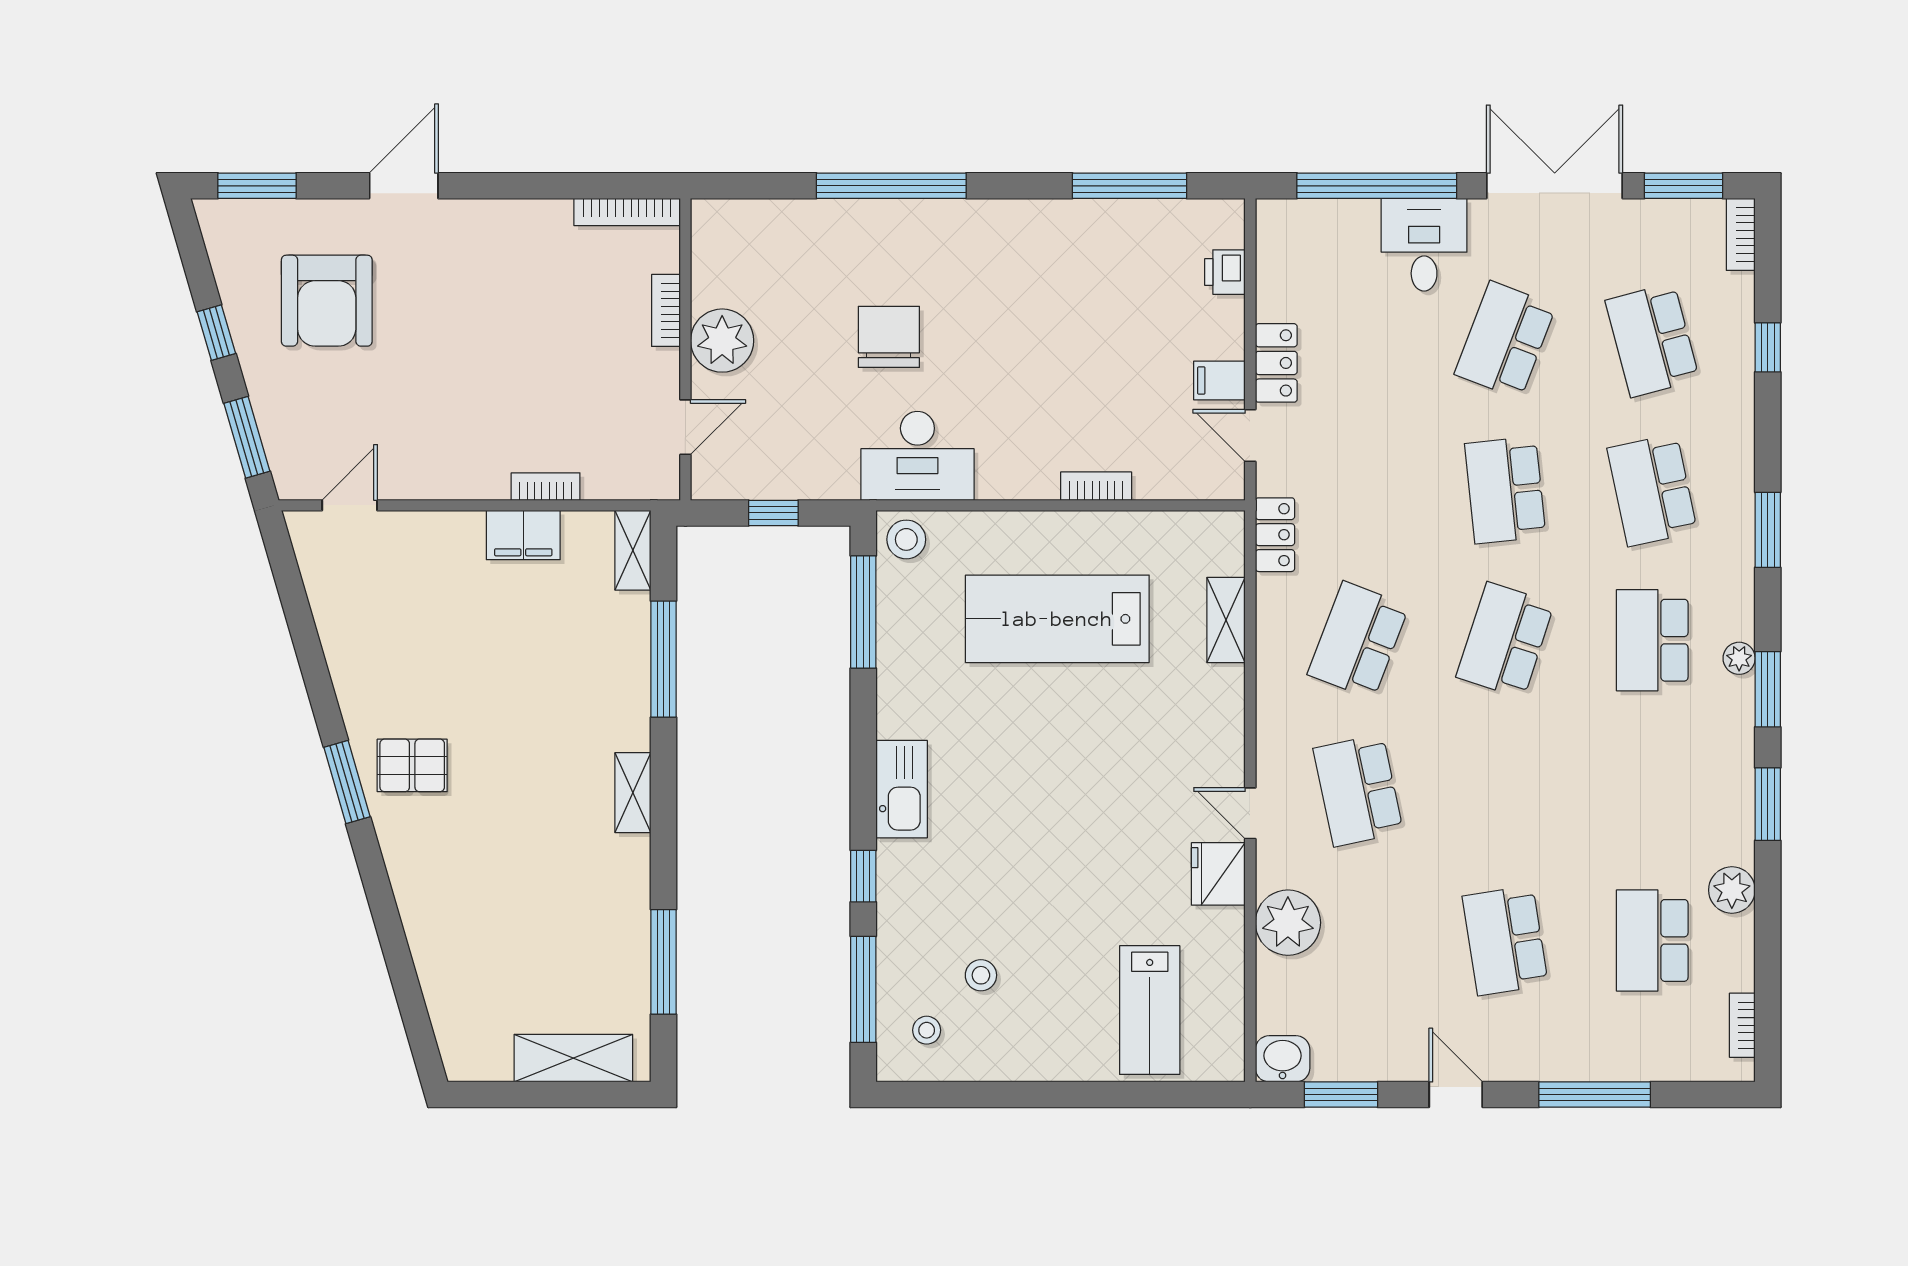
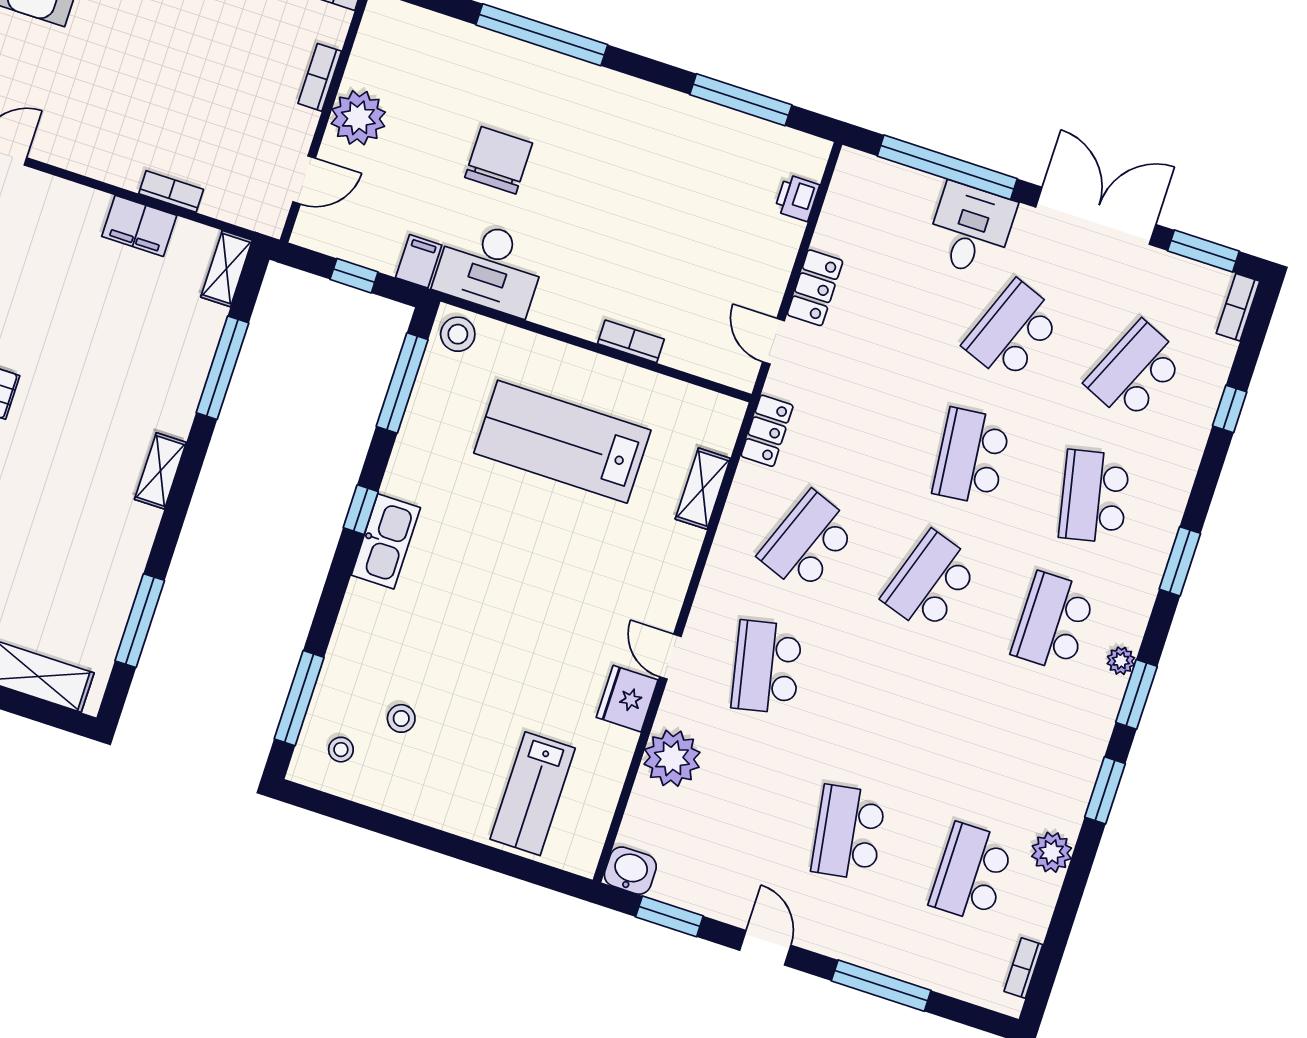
school desk: (1652, 340) -> (1135, 371), turned 39
filing cabinet: (1219, 380) -> (419, 261), moved, turned 90
window: (863, 876) -> (361, 510), moved

